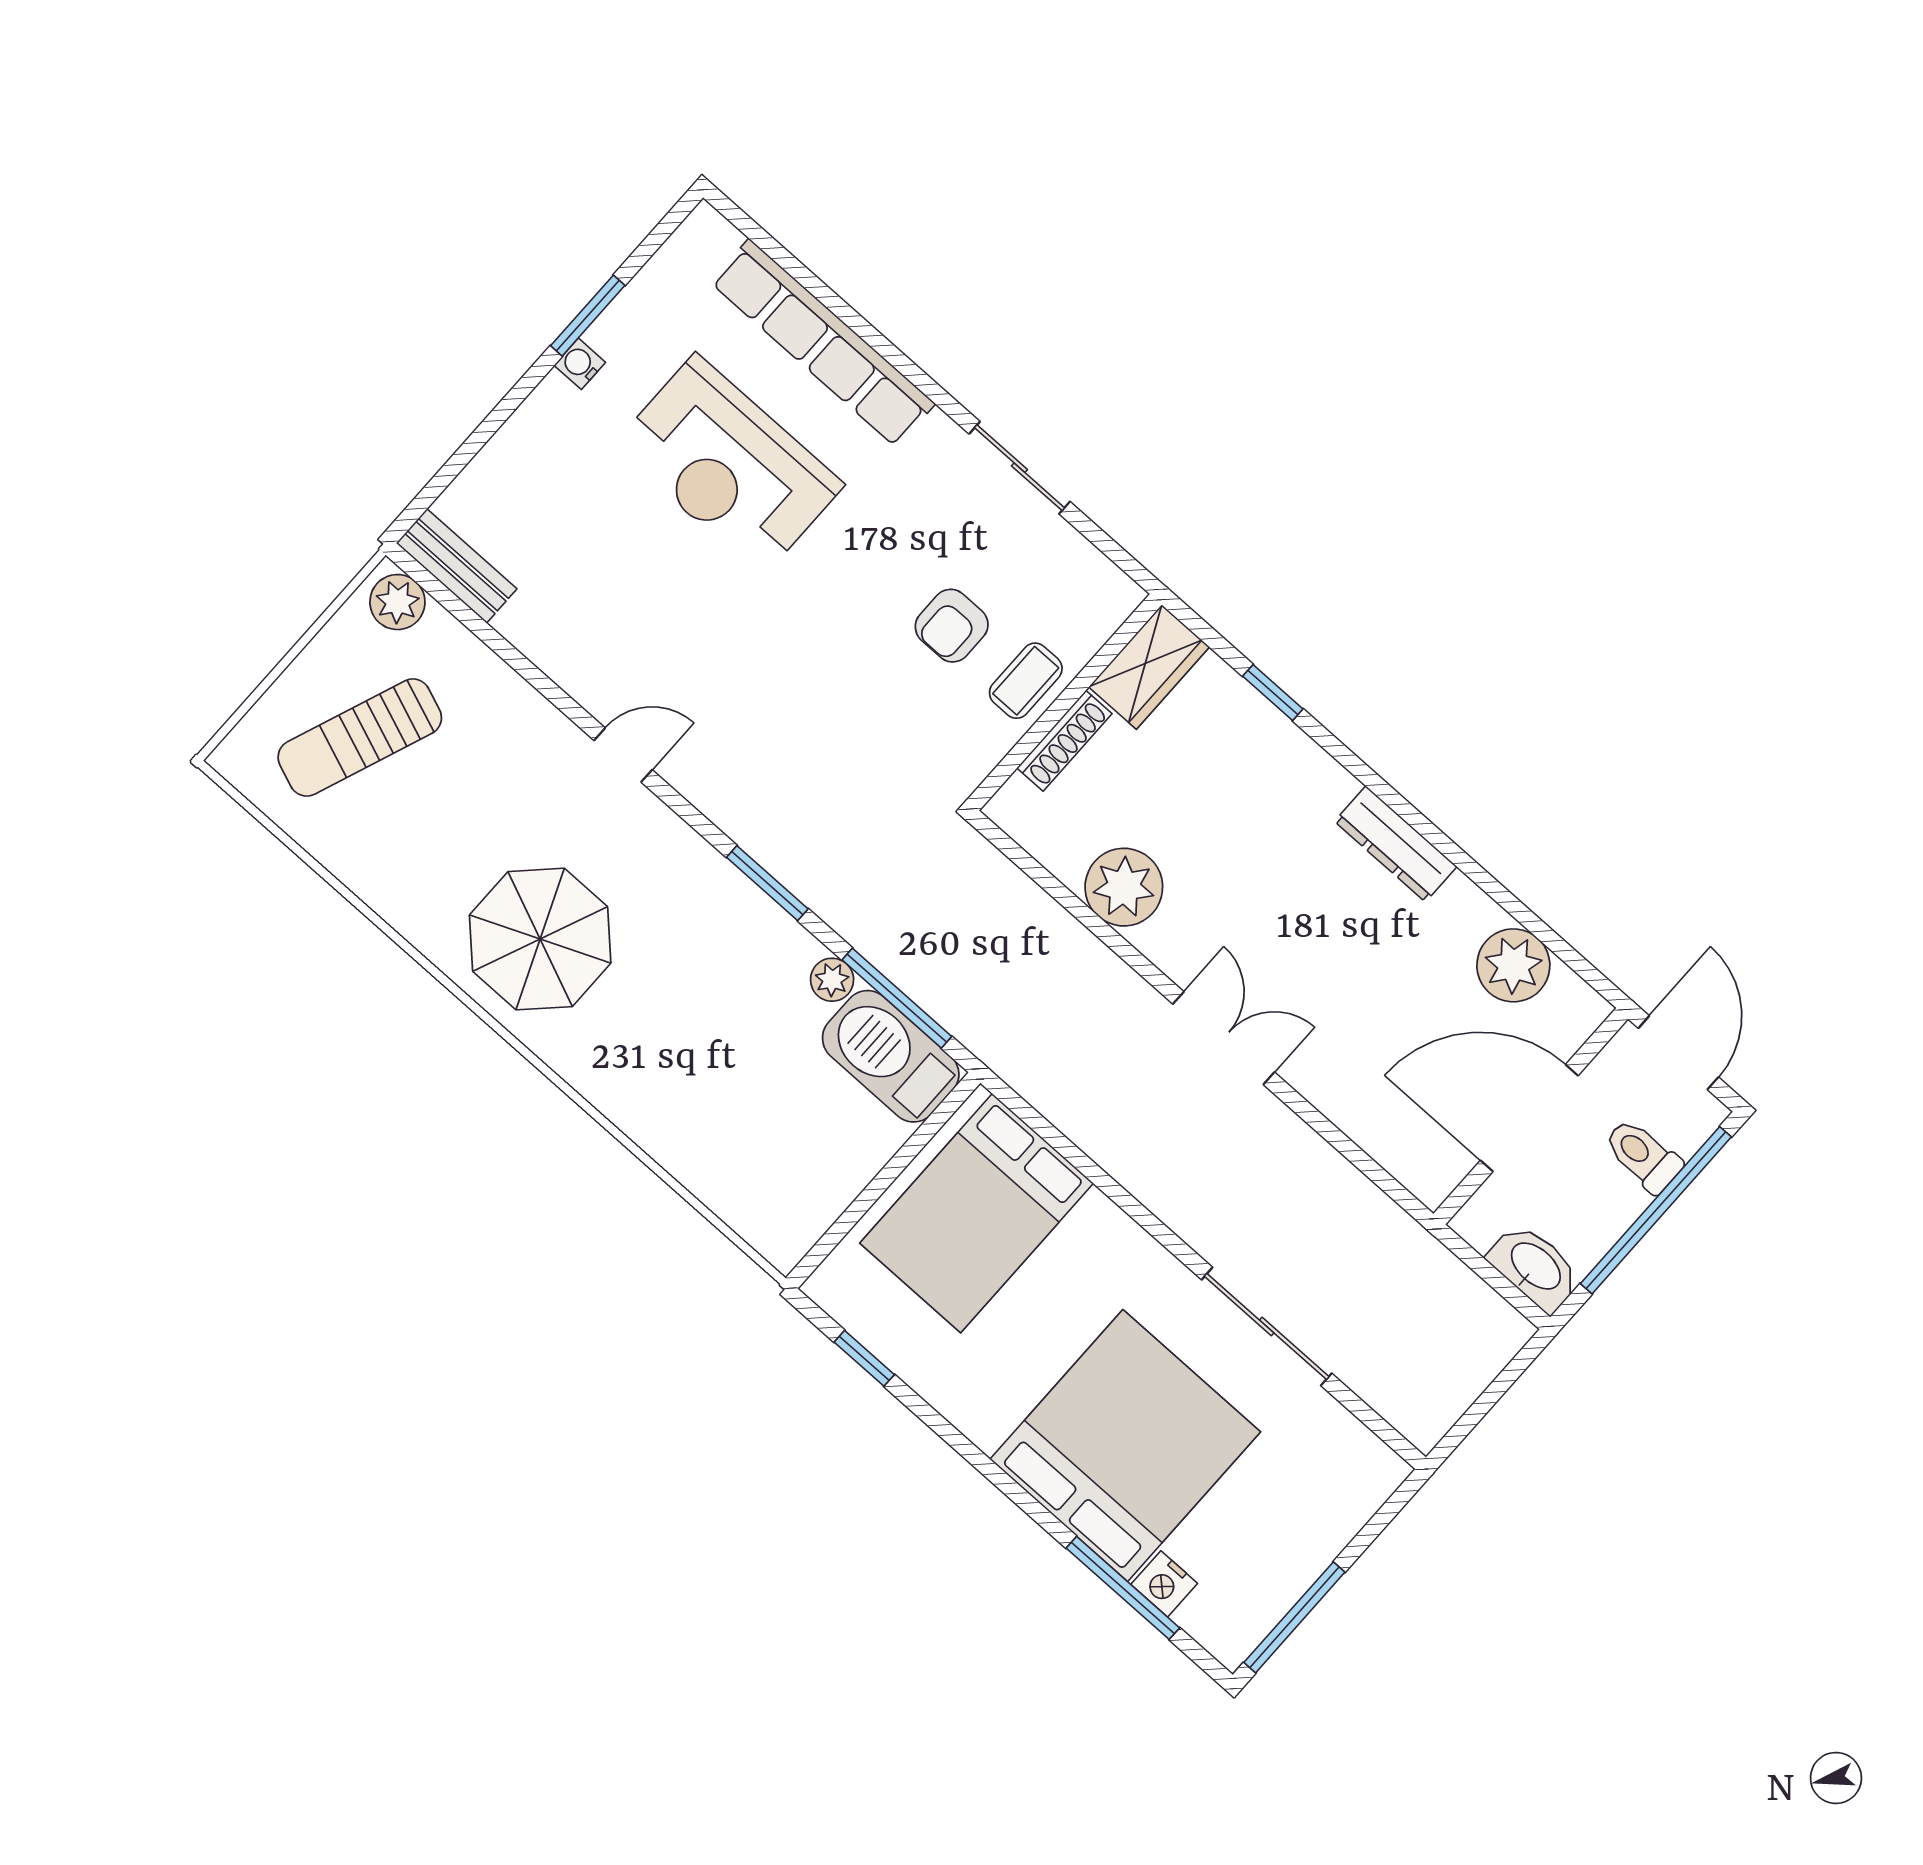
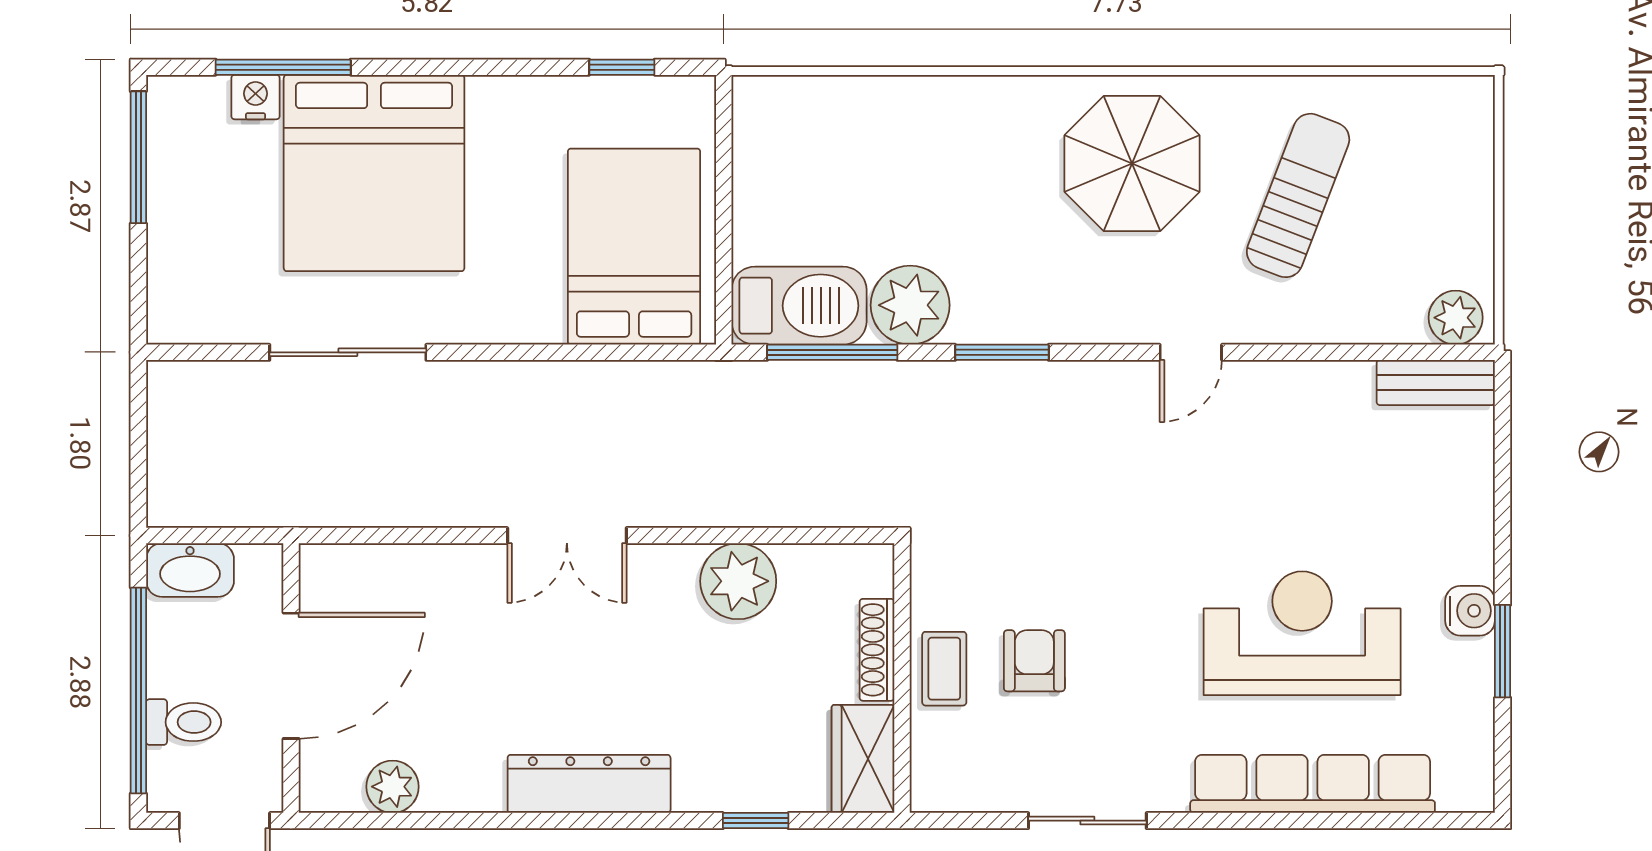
water cooler: (580, 364) -> (1470, 611), width x1.38, depth x1.38
sun lounger: (360, 737) -> (1298, 195), moved
dresser: (1396, 844) -> (589, 784), width x1.37, depth x1.24
plant: (1513, 965) -> (392, 787), width x0.73, depth x0.73
plant: (832, 980) -> (910, 305), width x1.87, depth x1.87

